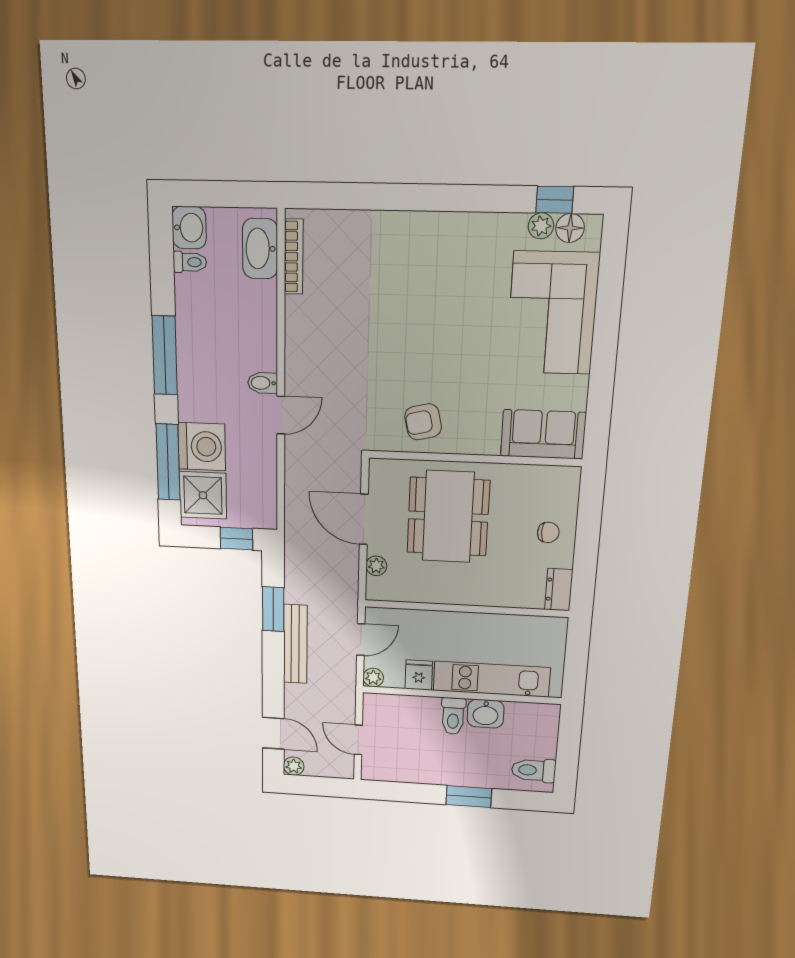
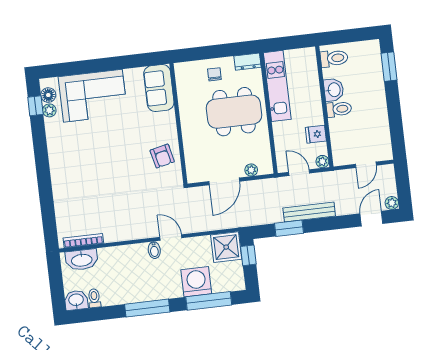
shower: (203, 495) -> (226, 247), moved
dining table: (448, 517) -> (234, 112), moved
kitchen unit: (491, 679) -> (277, 86), moved, turned 180
toilet: (534, 770) -> (334, 58), moved, turned -90
window: (469, 797) -> (389, 67), moved

